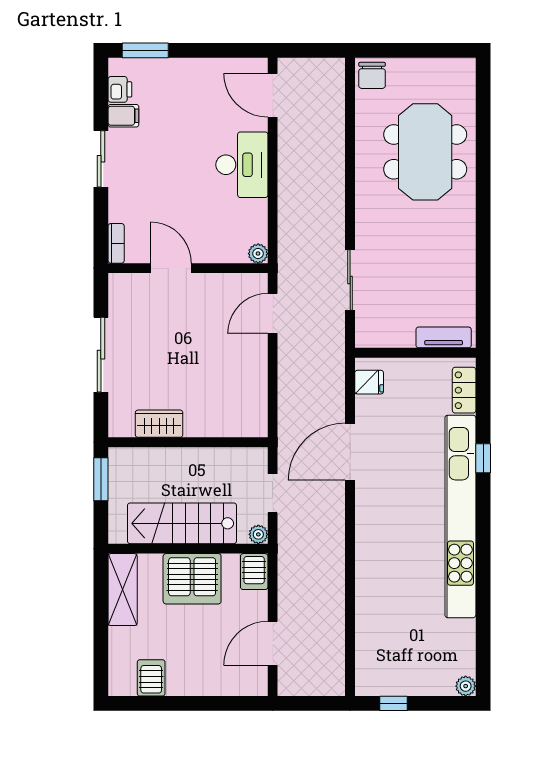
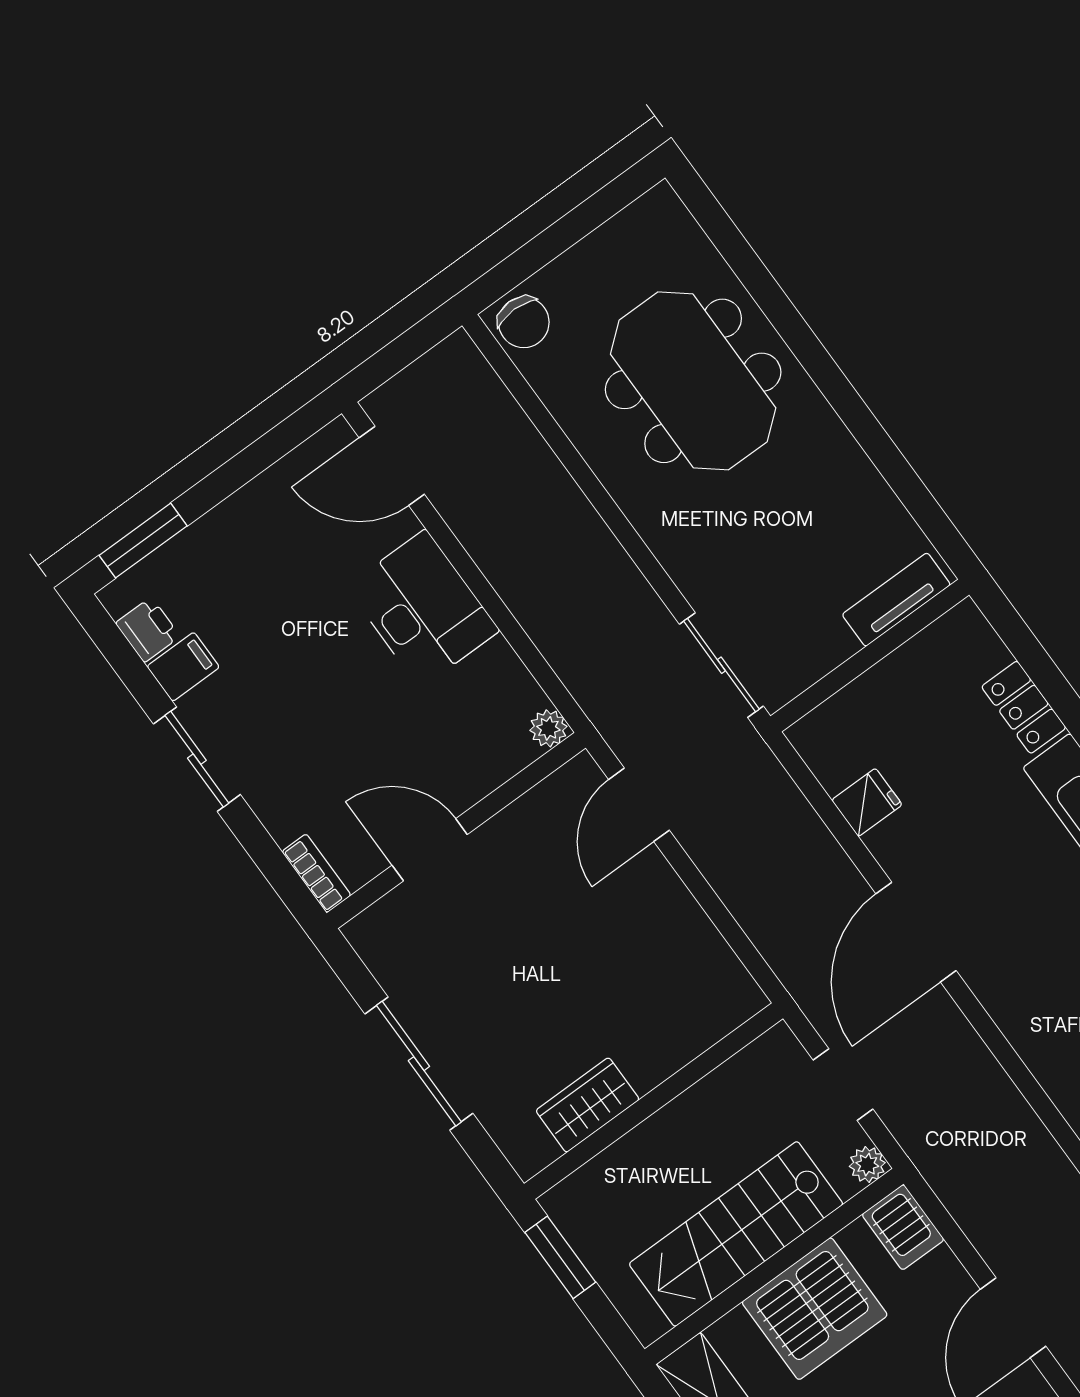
tv unit: (444, 337) -> (896, 600), moved
wall: (415, 353) -> (870, 655), moved

